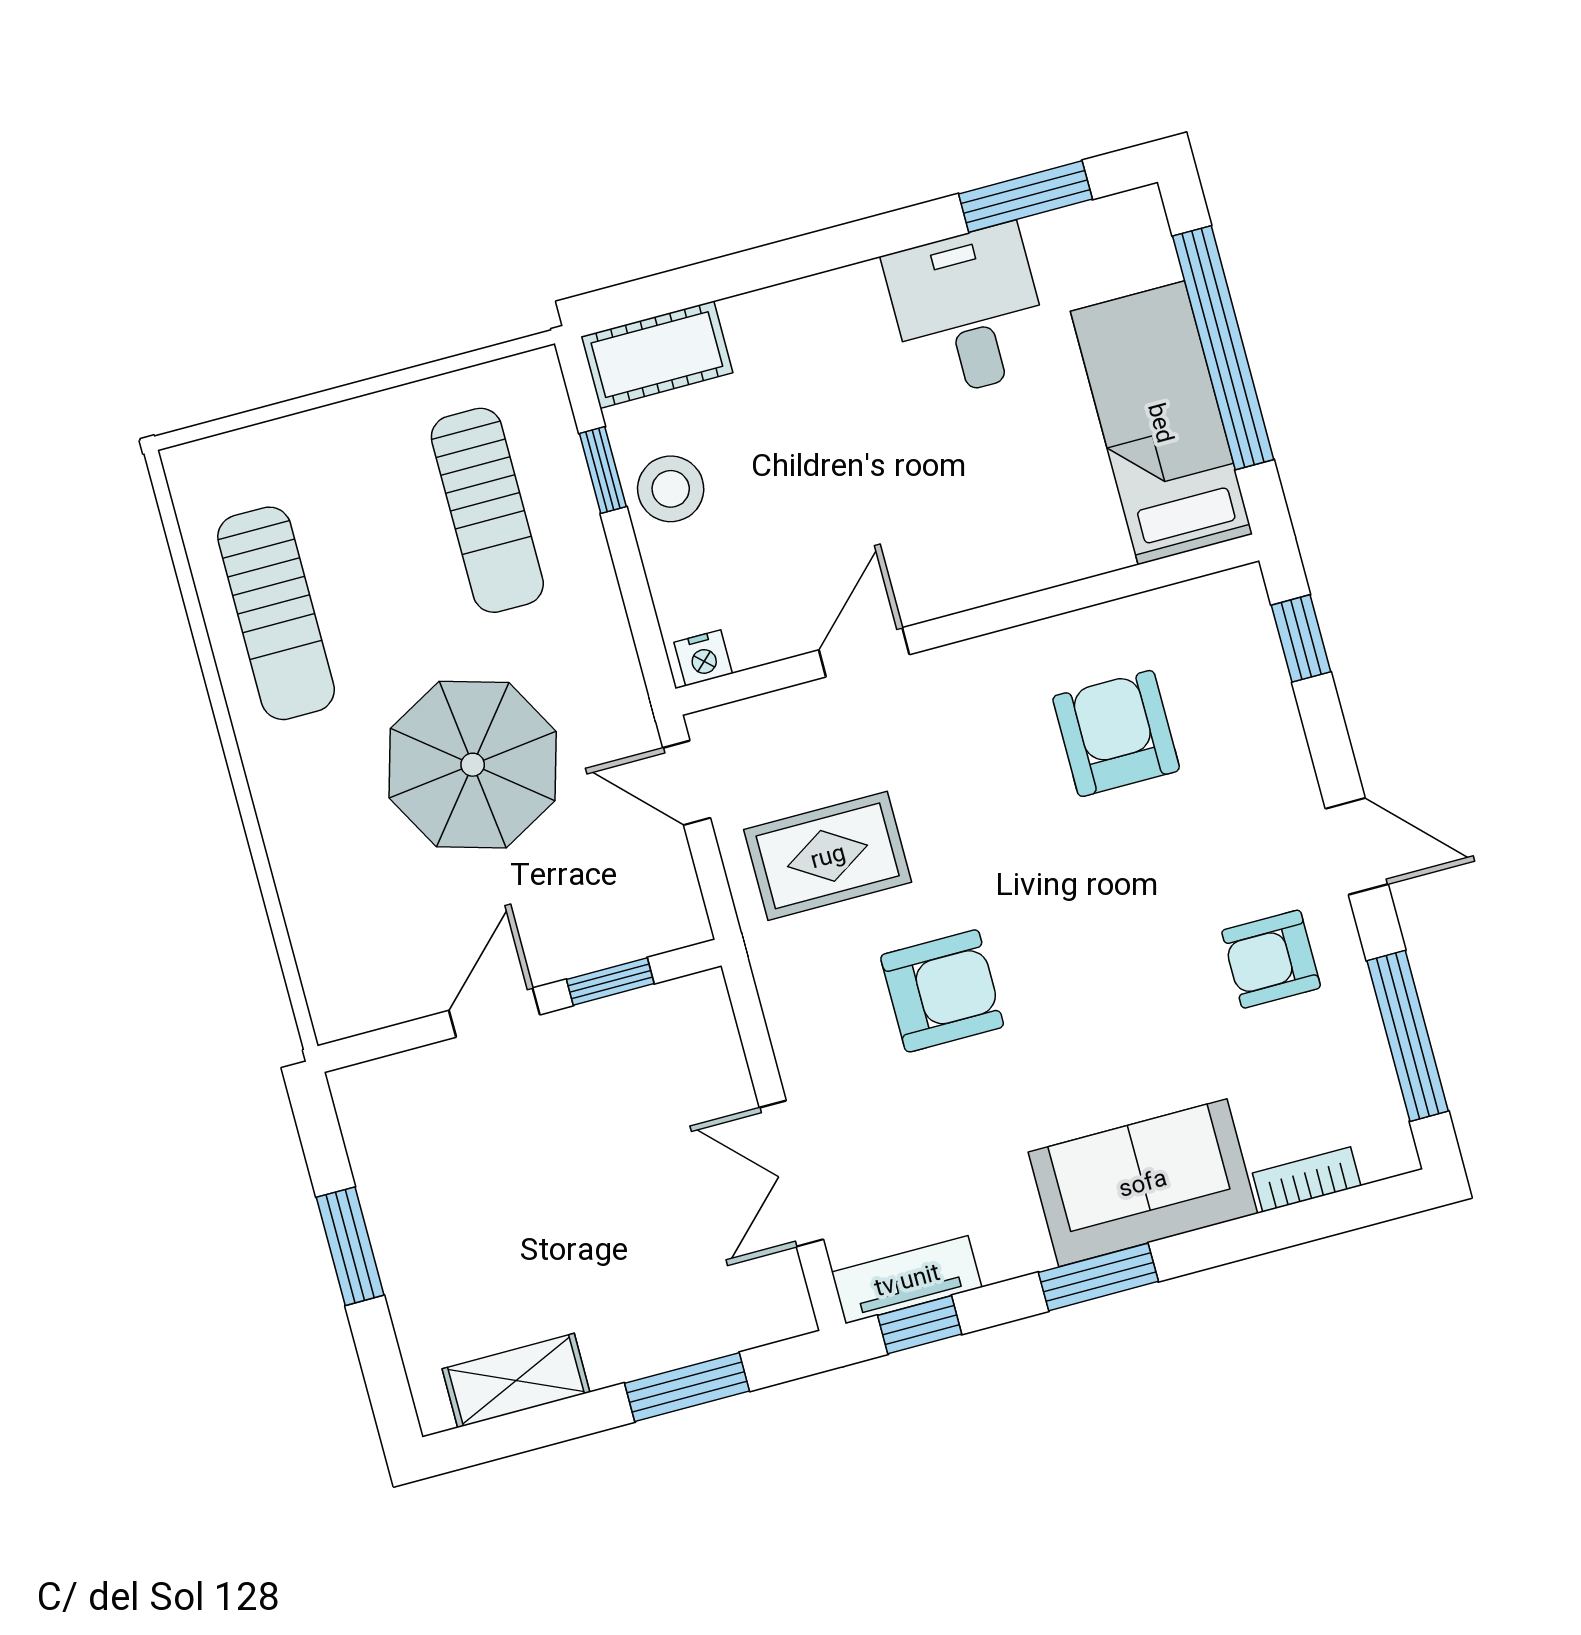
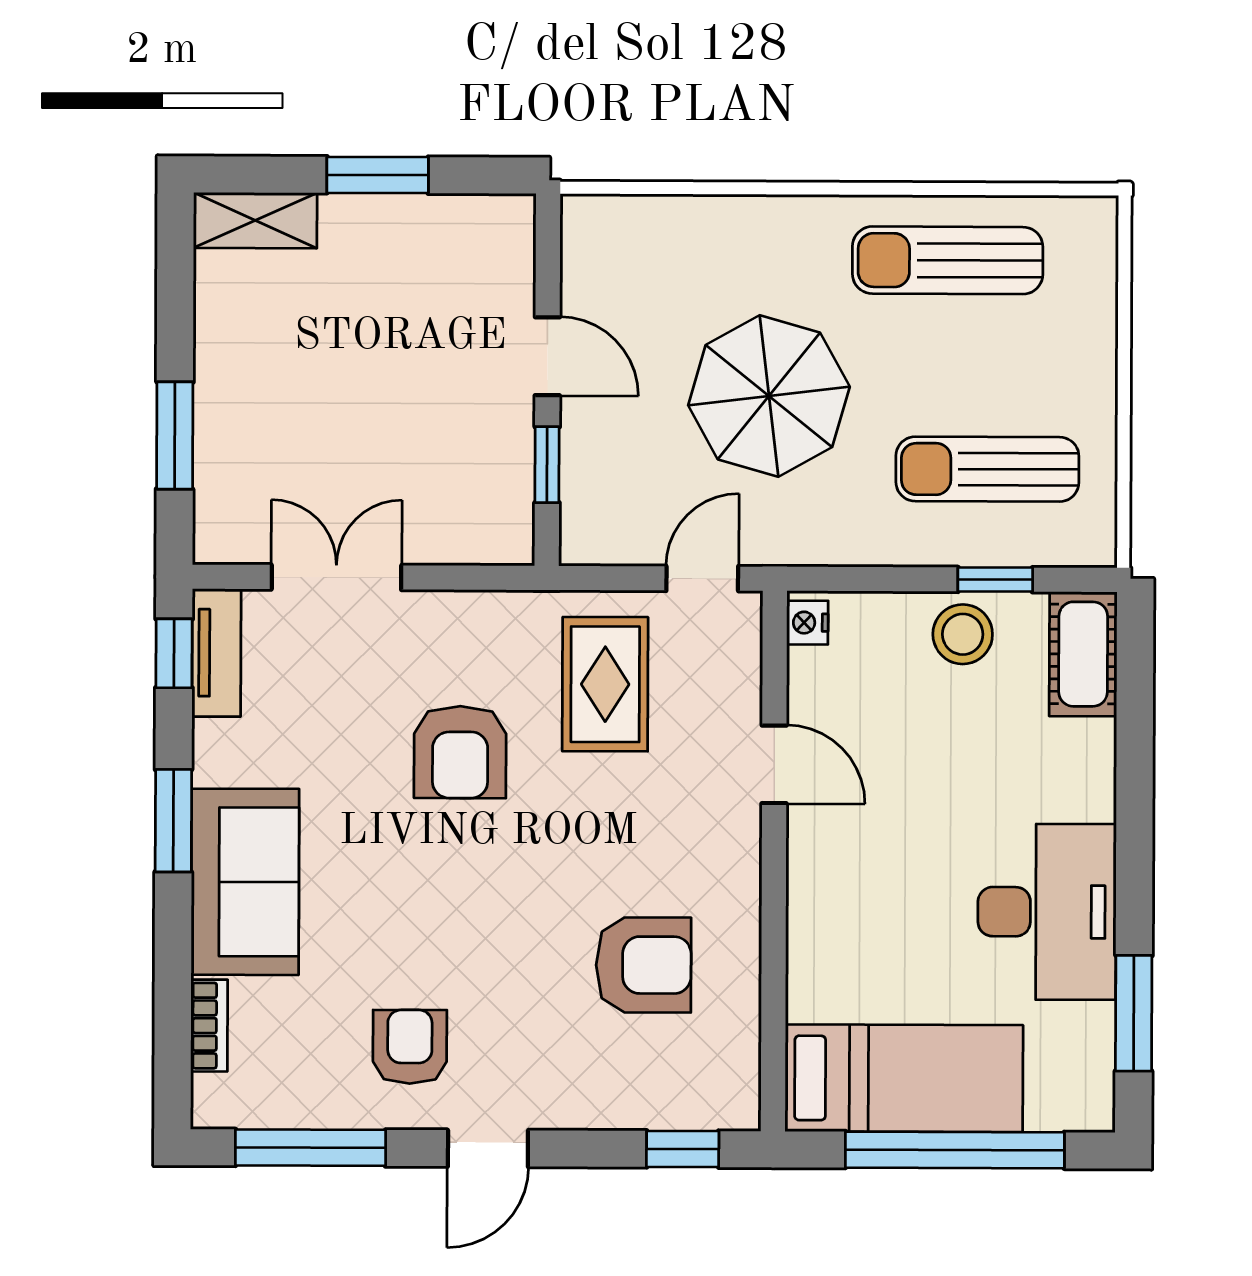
desk: (968, 312) -> (1047, 912), width x1.37
shelving: (516, 1381) -> (255, 220), moved, turned 90

